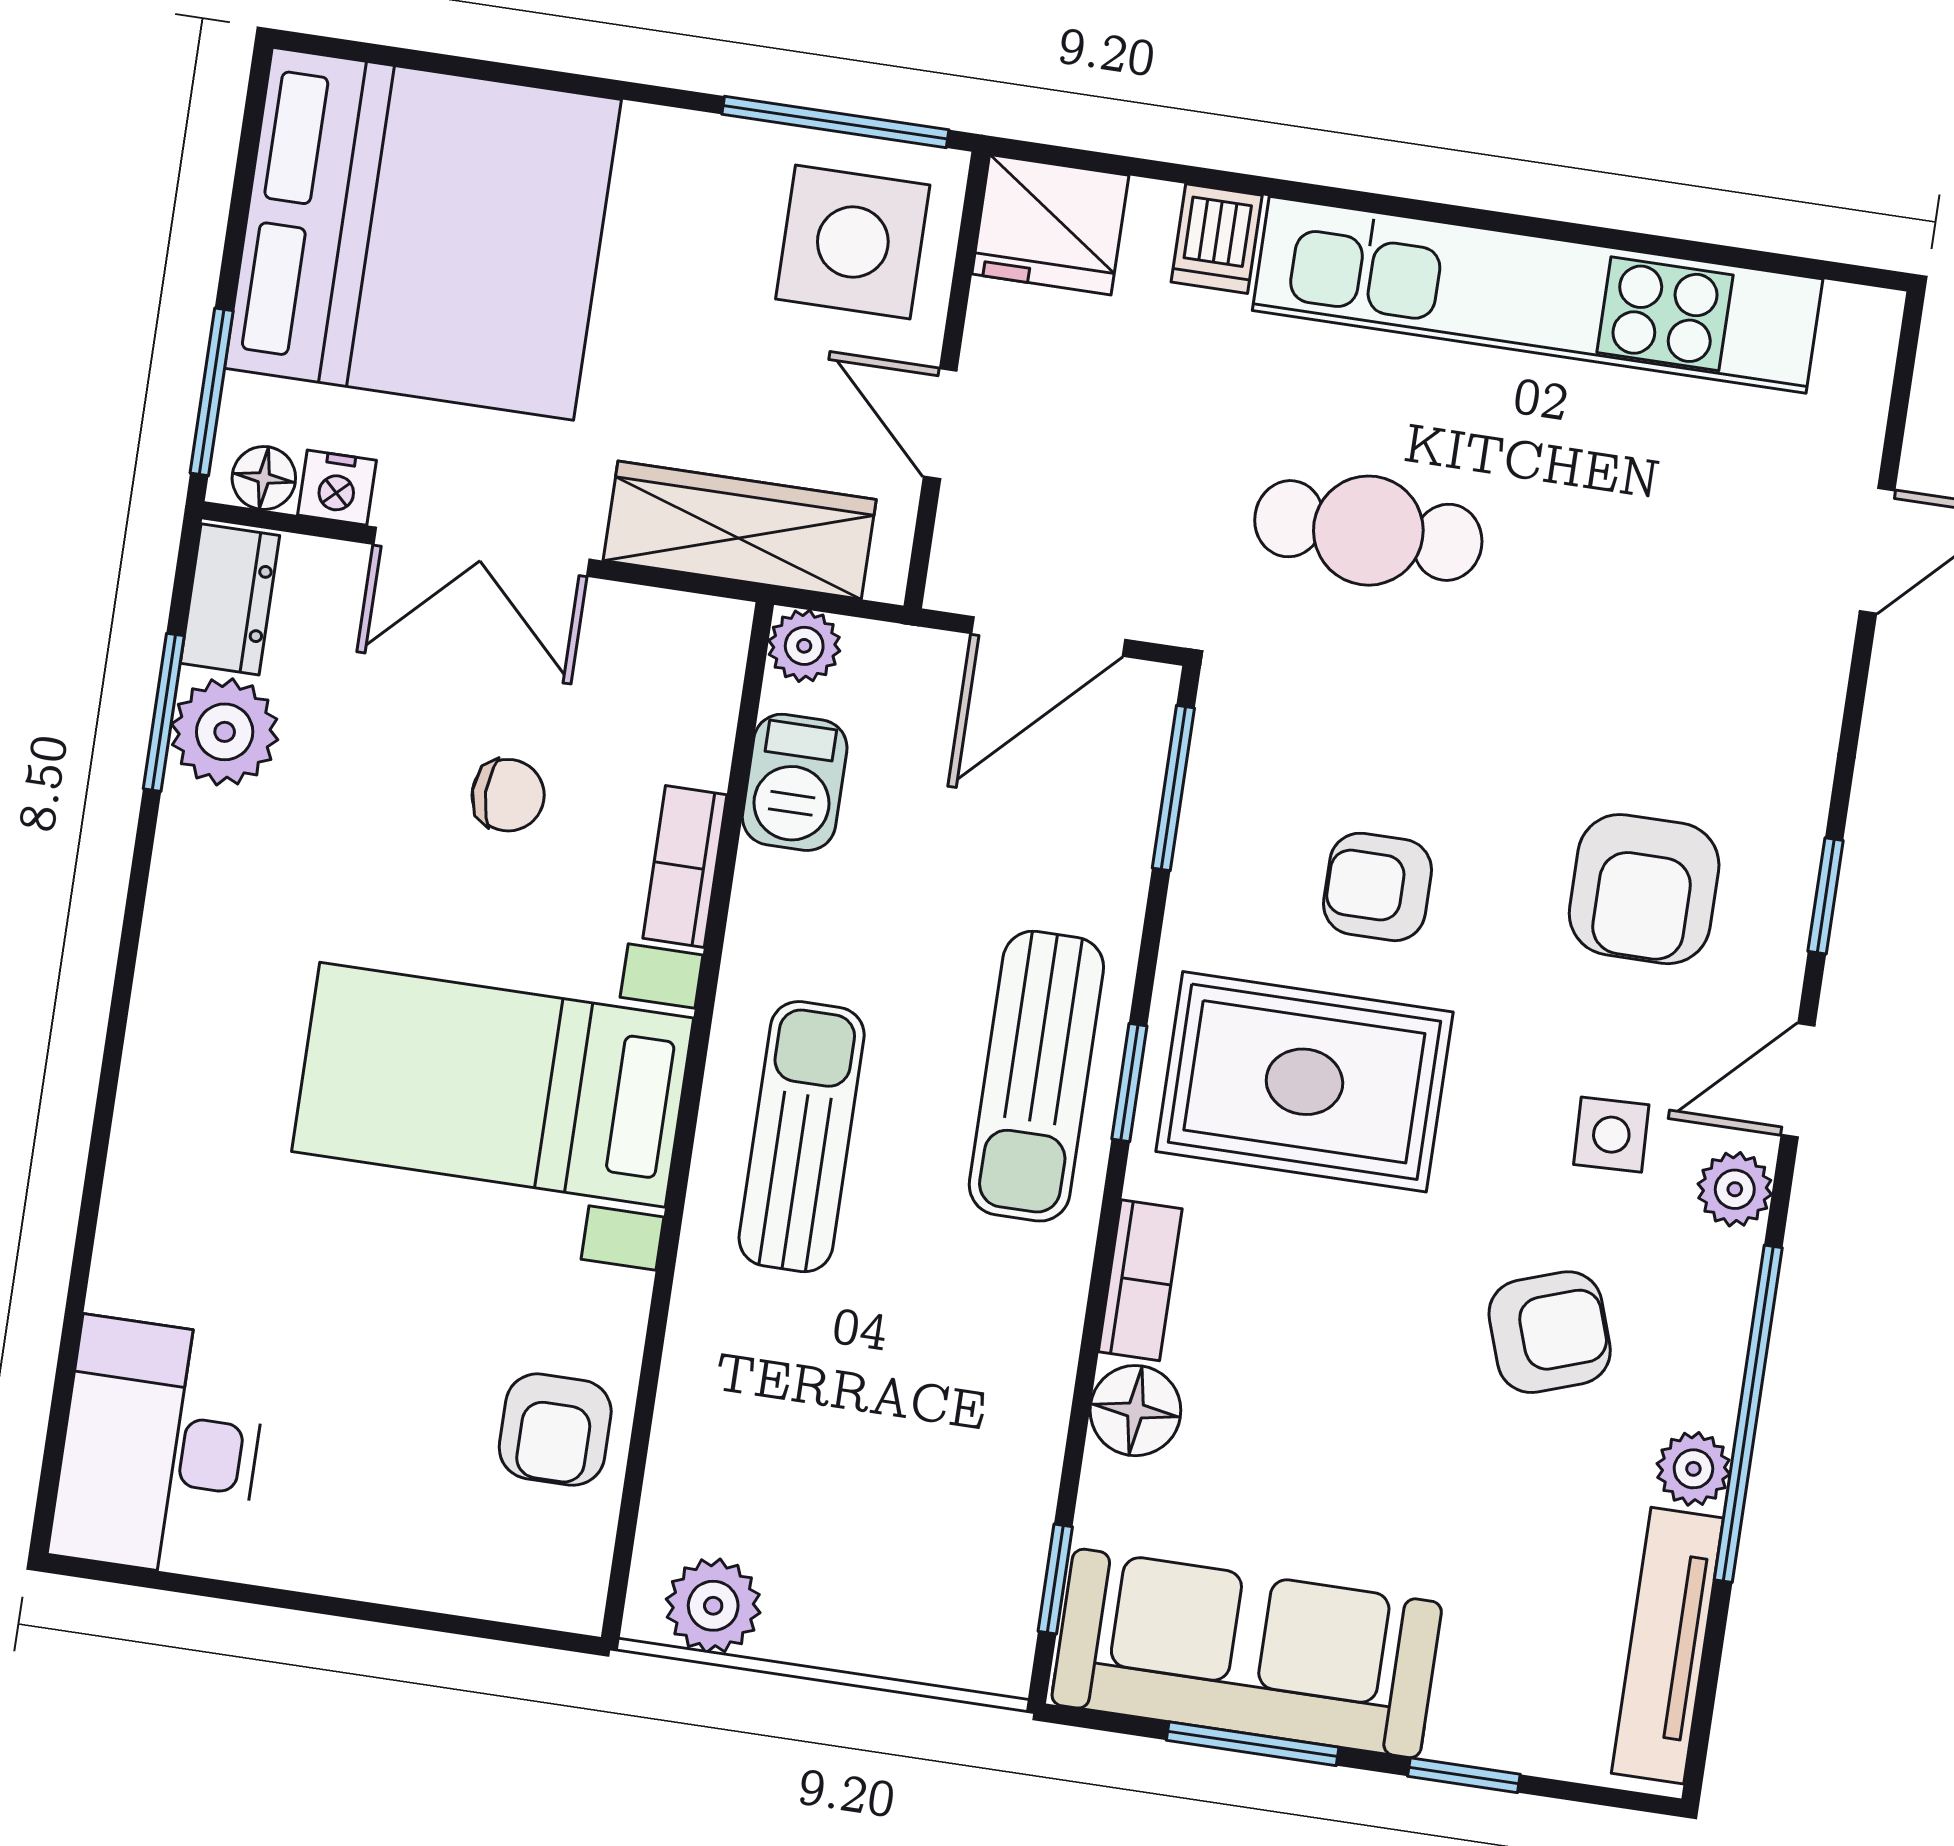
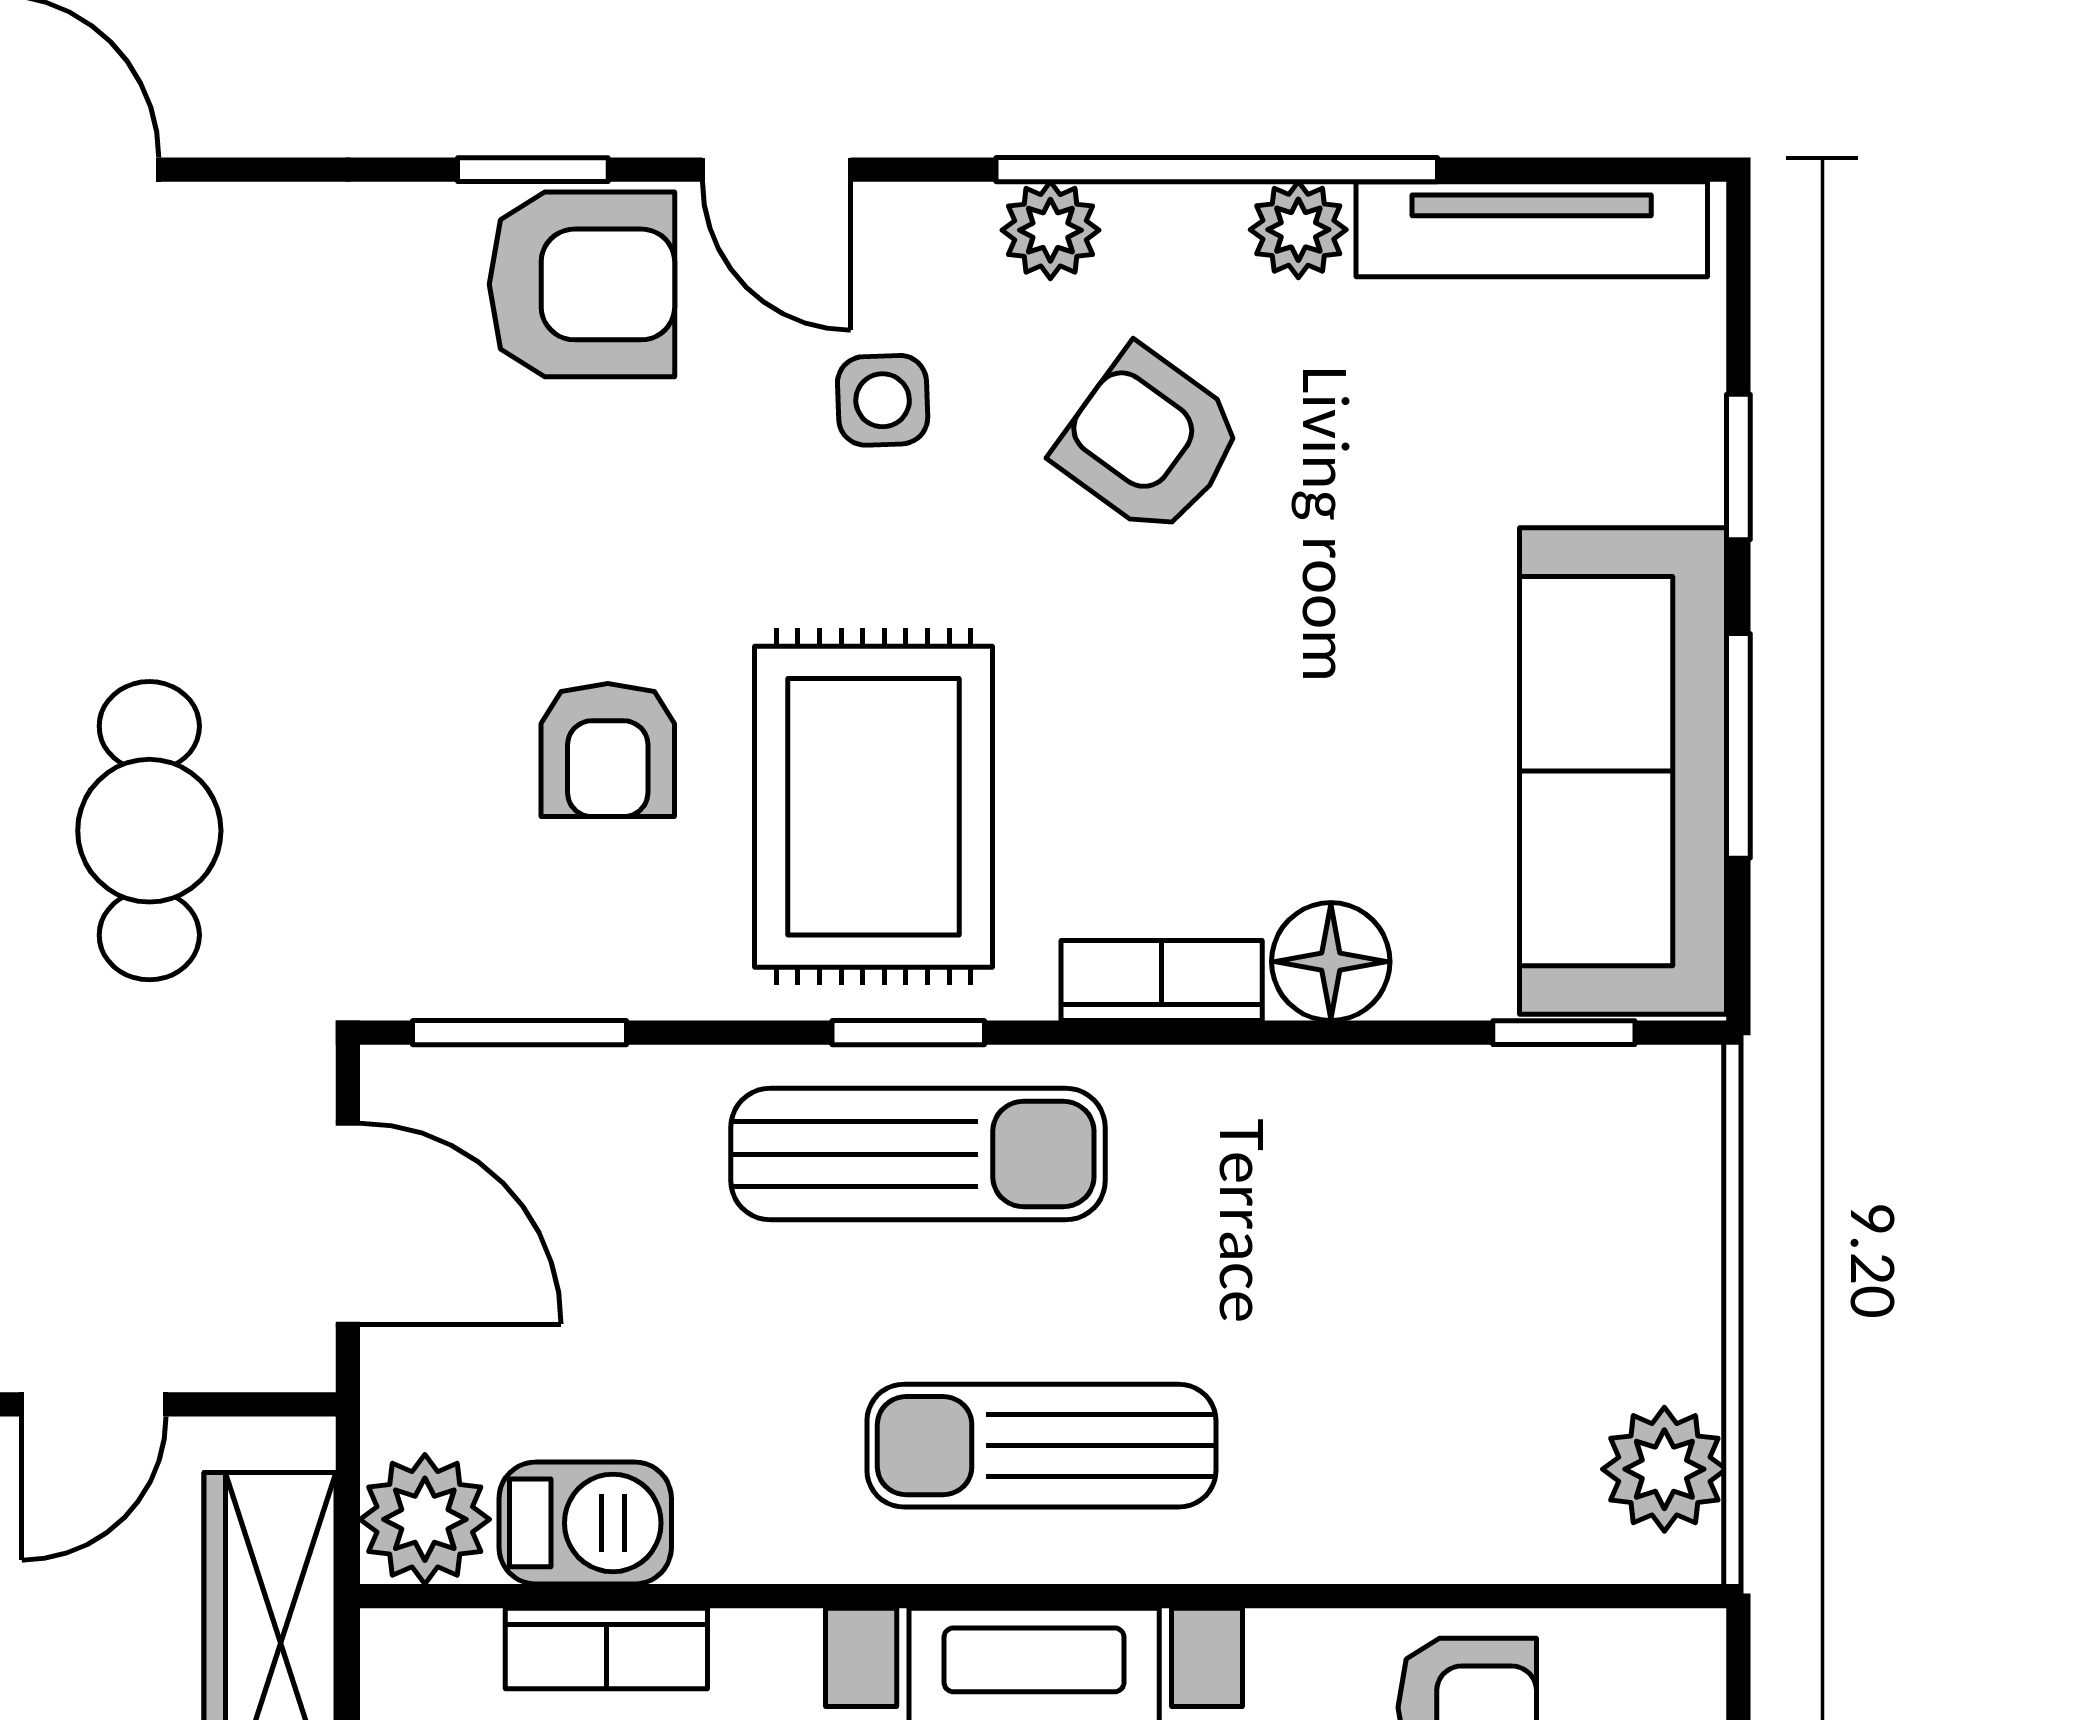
plant: (804, 646) -> (425, 1519), width x1.38, depth x1.38
bookcase: (685, 867) -> (606, 1648), moved
armchair: (1644, 889) -> (582, 284), moved
plant: (1735, 1189) -> (1050, 230), moved
armchair: (1550, 1332) -> (1150, 442), turned -35

